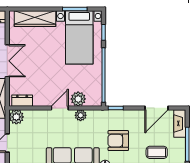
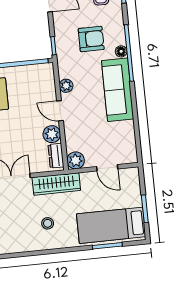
plant: (78, 99) -> (52, 134), moved
armchair: (118, 141) -> (91, 39), turned -90

